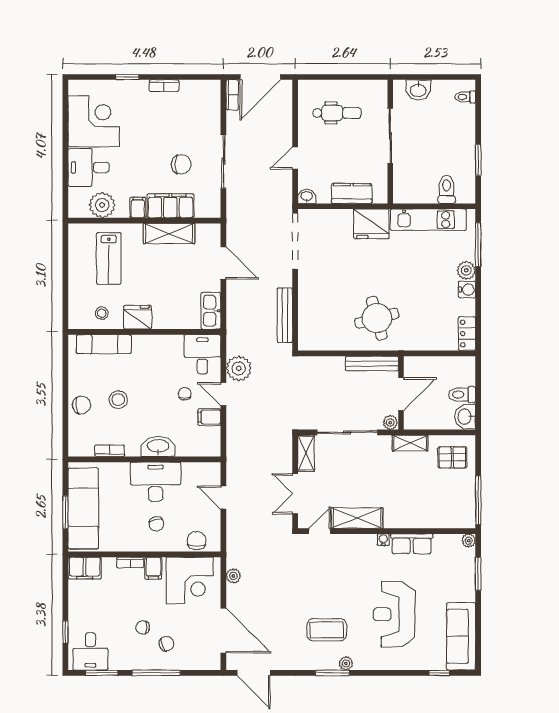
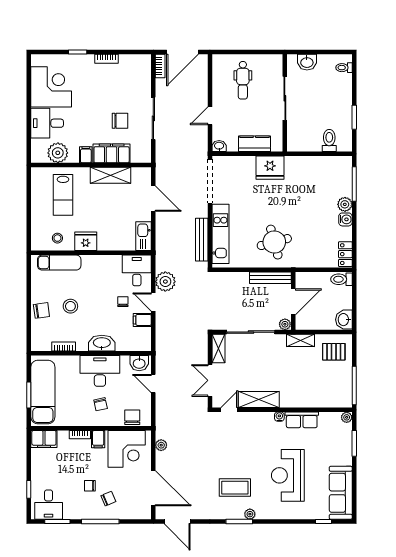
dental chair: (337, 113) -> (243, 80), turned 90
kitchen unit: (428, 220) -> (220, 234), moved, turned -90
toilet: (462, 395) -> (341, 279), moved
washbasin: (205, 472) -> (139, 363), added

